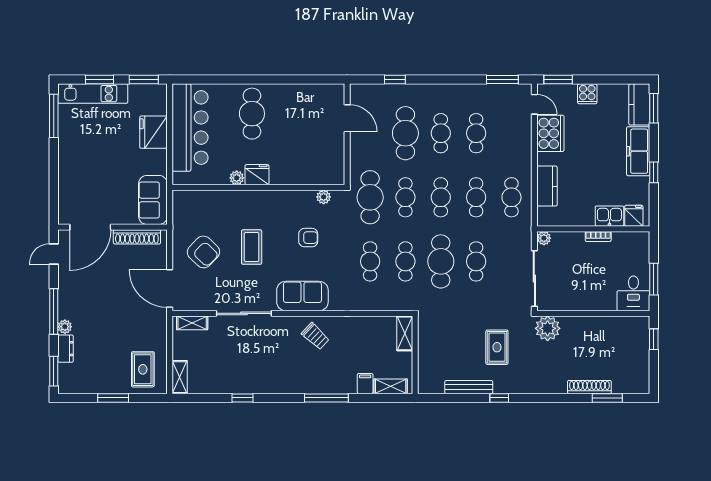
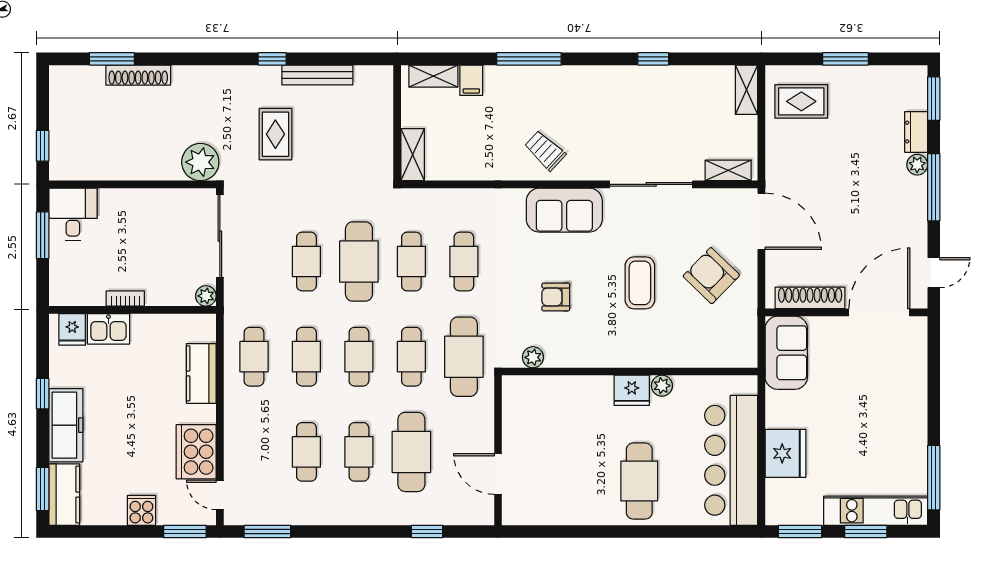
rug: (143, 369) -> (801, 101), turned 90

